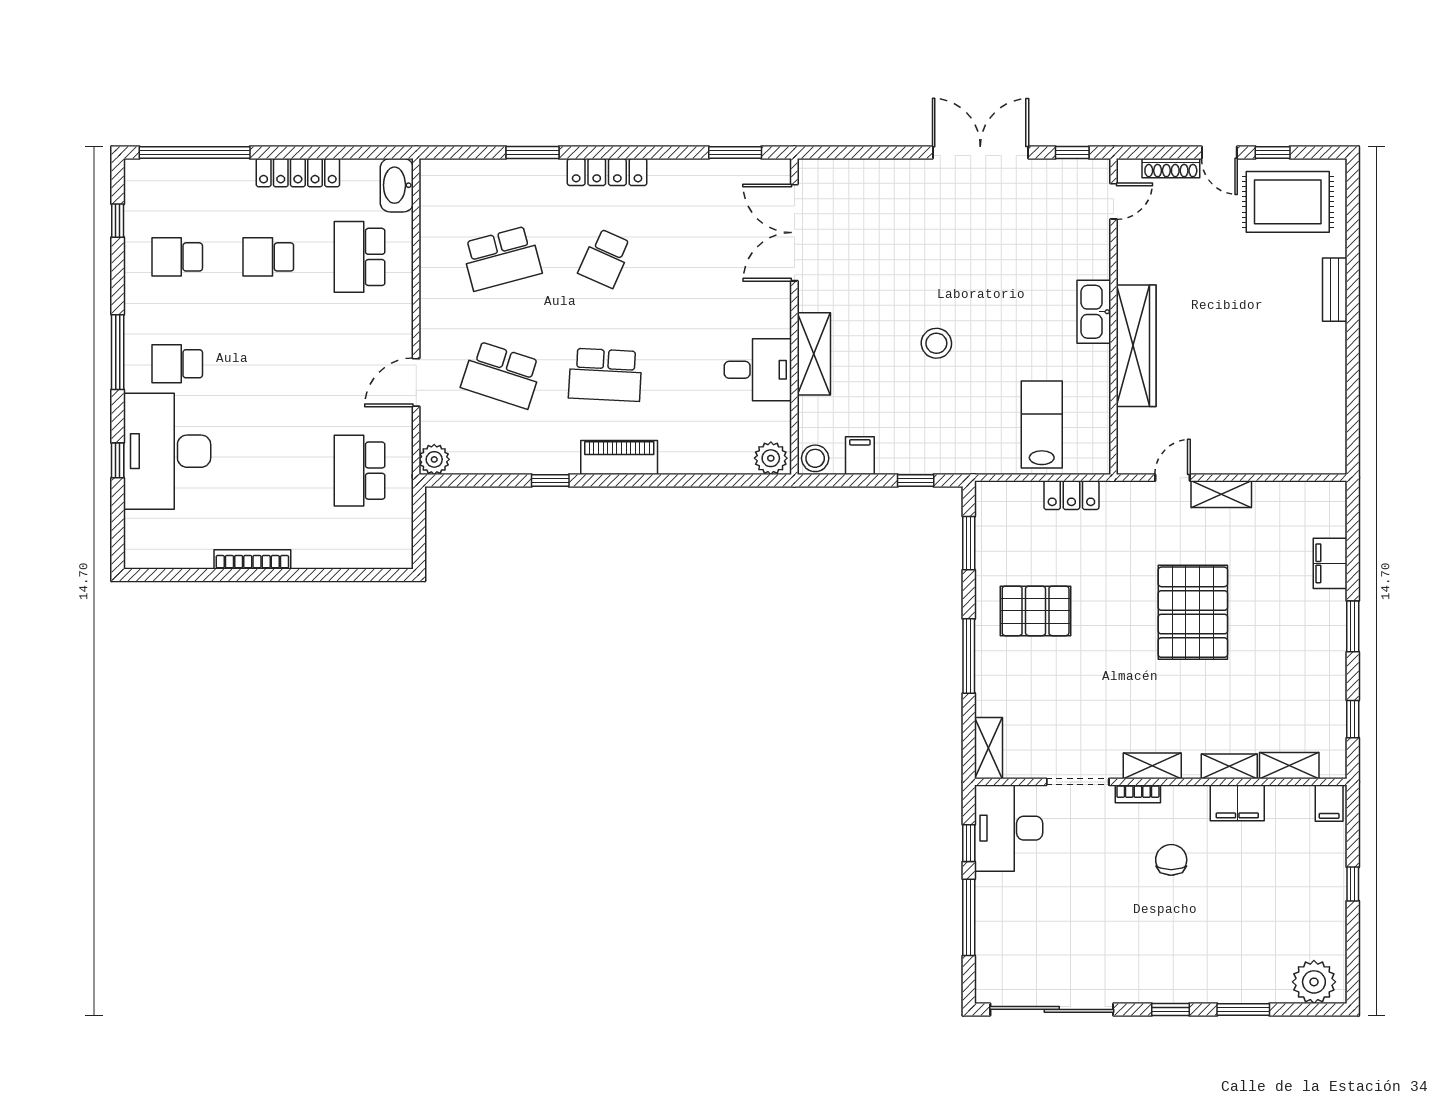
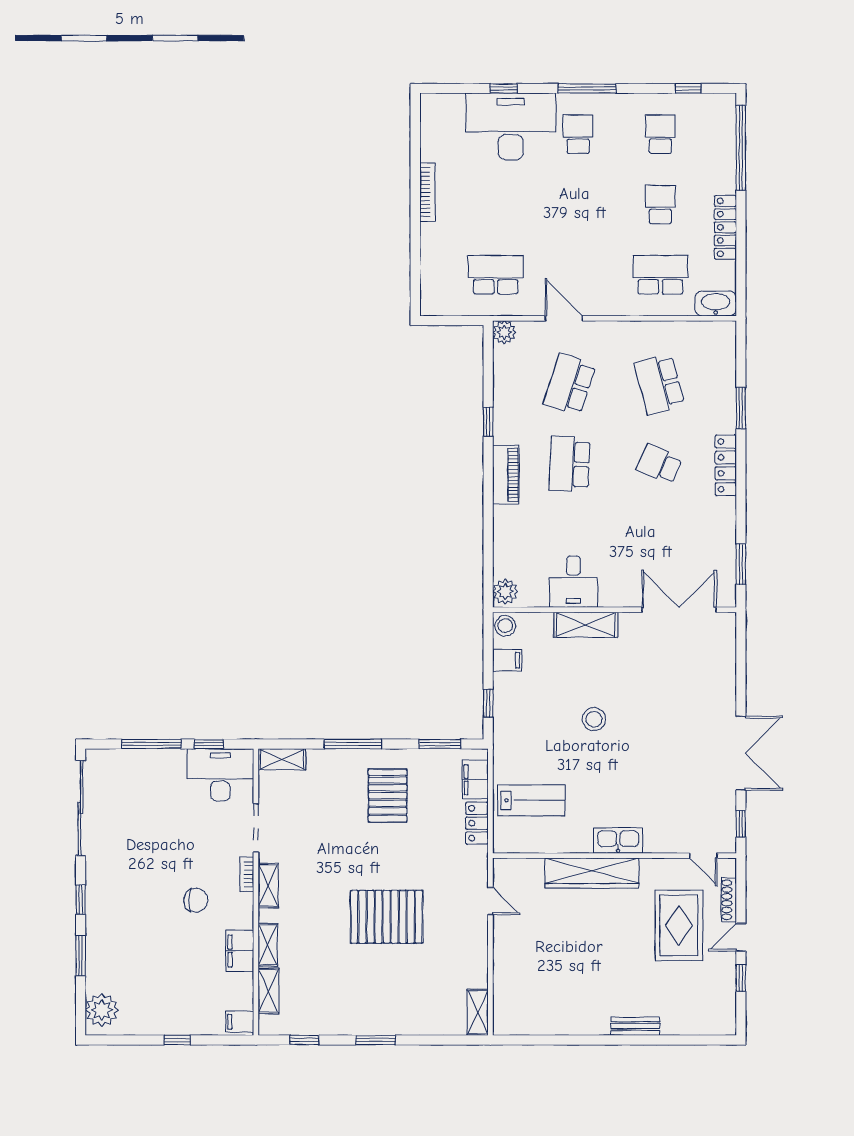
rug: (1288, 202) -> (679, 925), moved
shelving: (1221, 494) -> (478, 1012), moved
filing cabinet: (1330, 563) -> (475, 780), moved, turned -90

